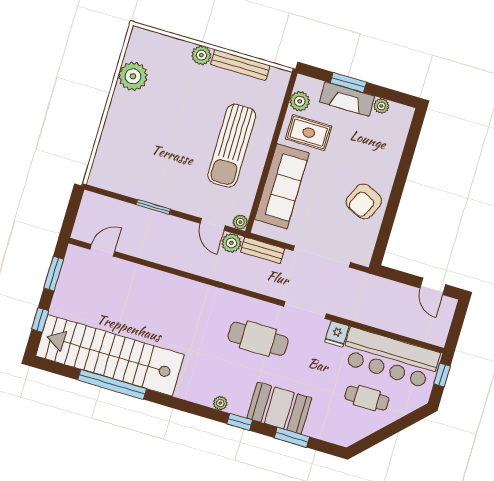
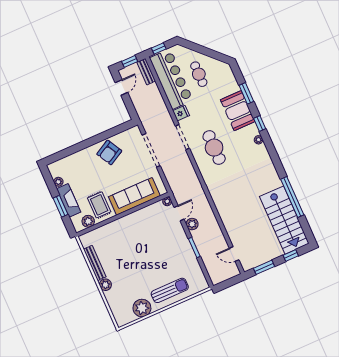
sun lounger: (232, 146) -> (170, 290), moved, width x0.73, depth x0.75
armchair: (364, 201) -> (109, 152), turned 126
plant: (231, 243) -> (192, 224), moved
bench: (263, 250) -> (146, 72), moved
window: (457, 324) -> (130, 61), added
stairs: (110, 355) -> (284, 220), width x0.73

